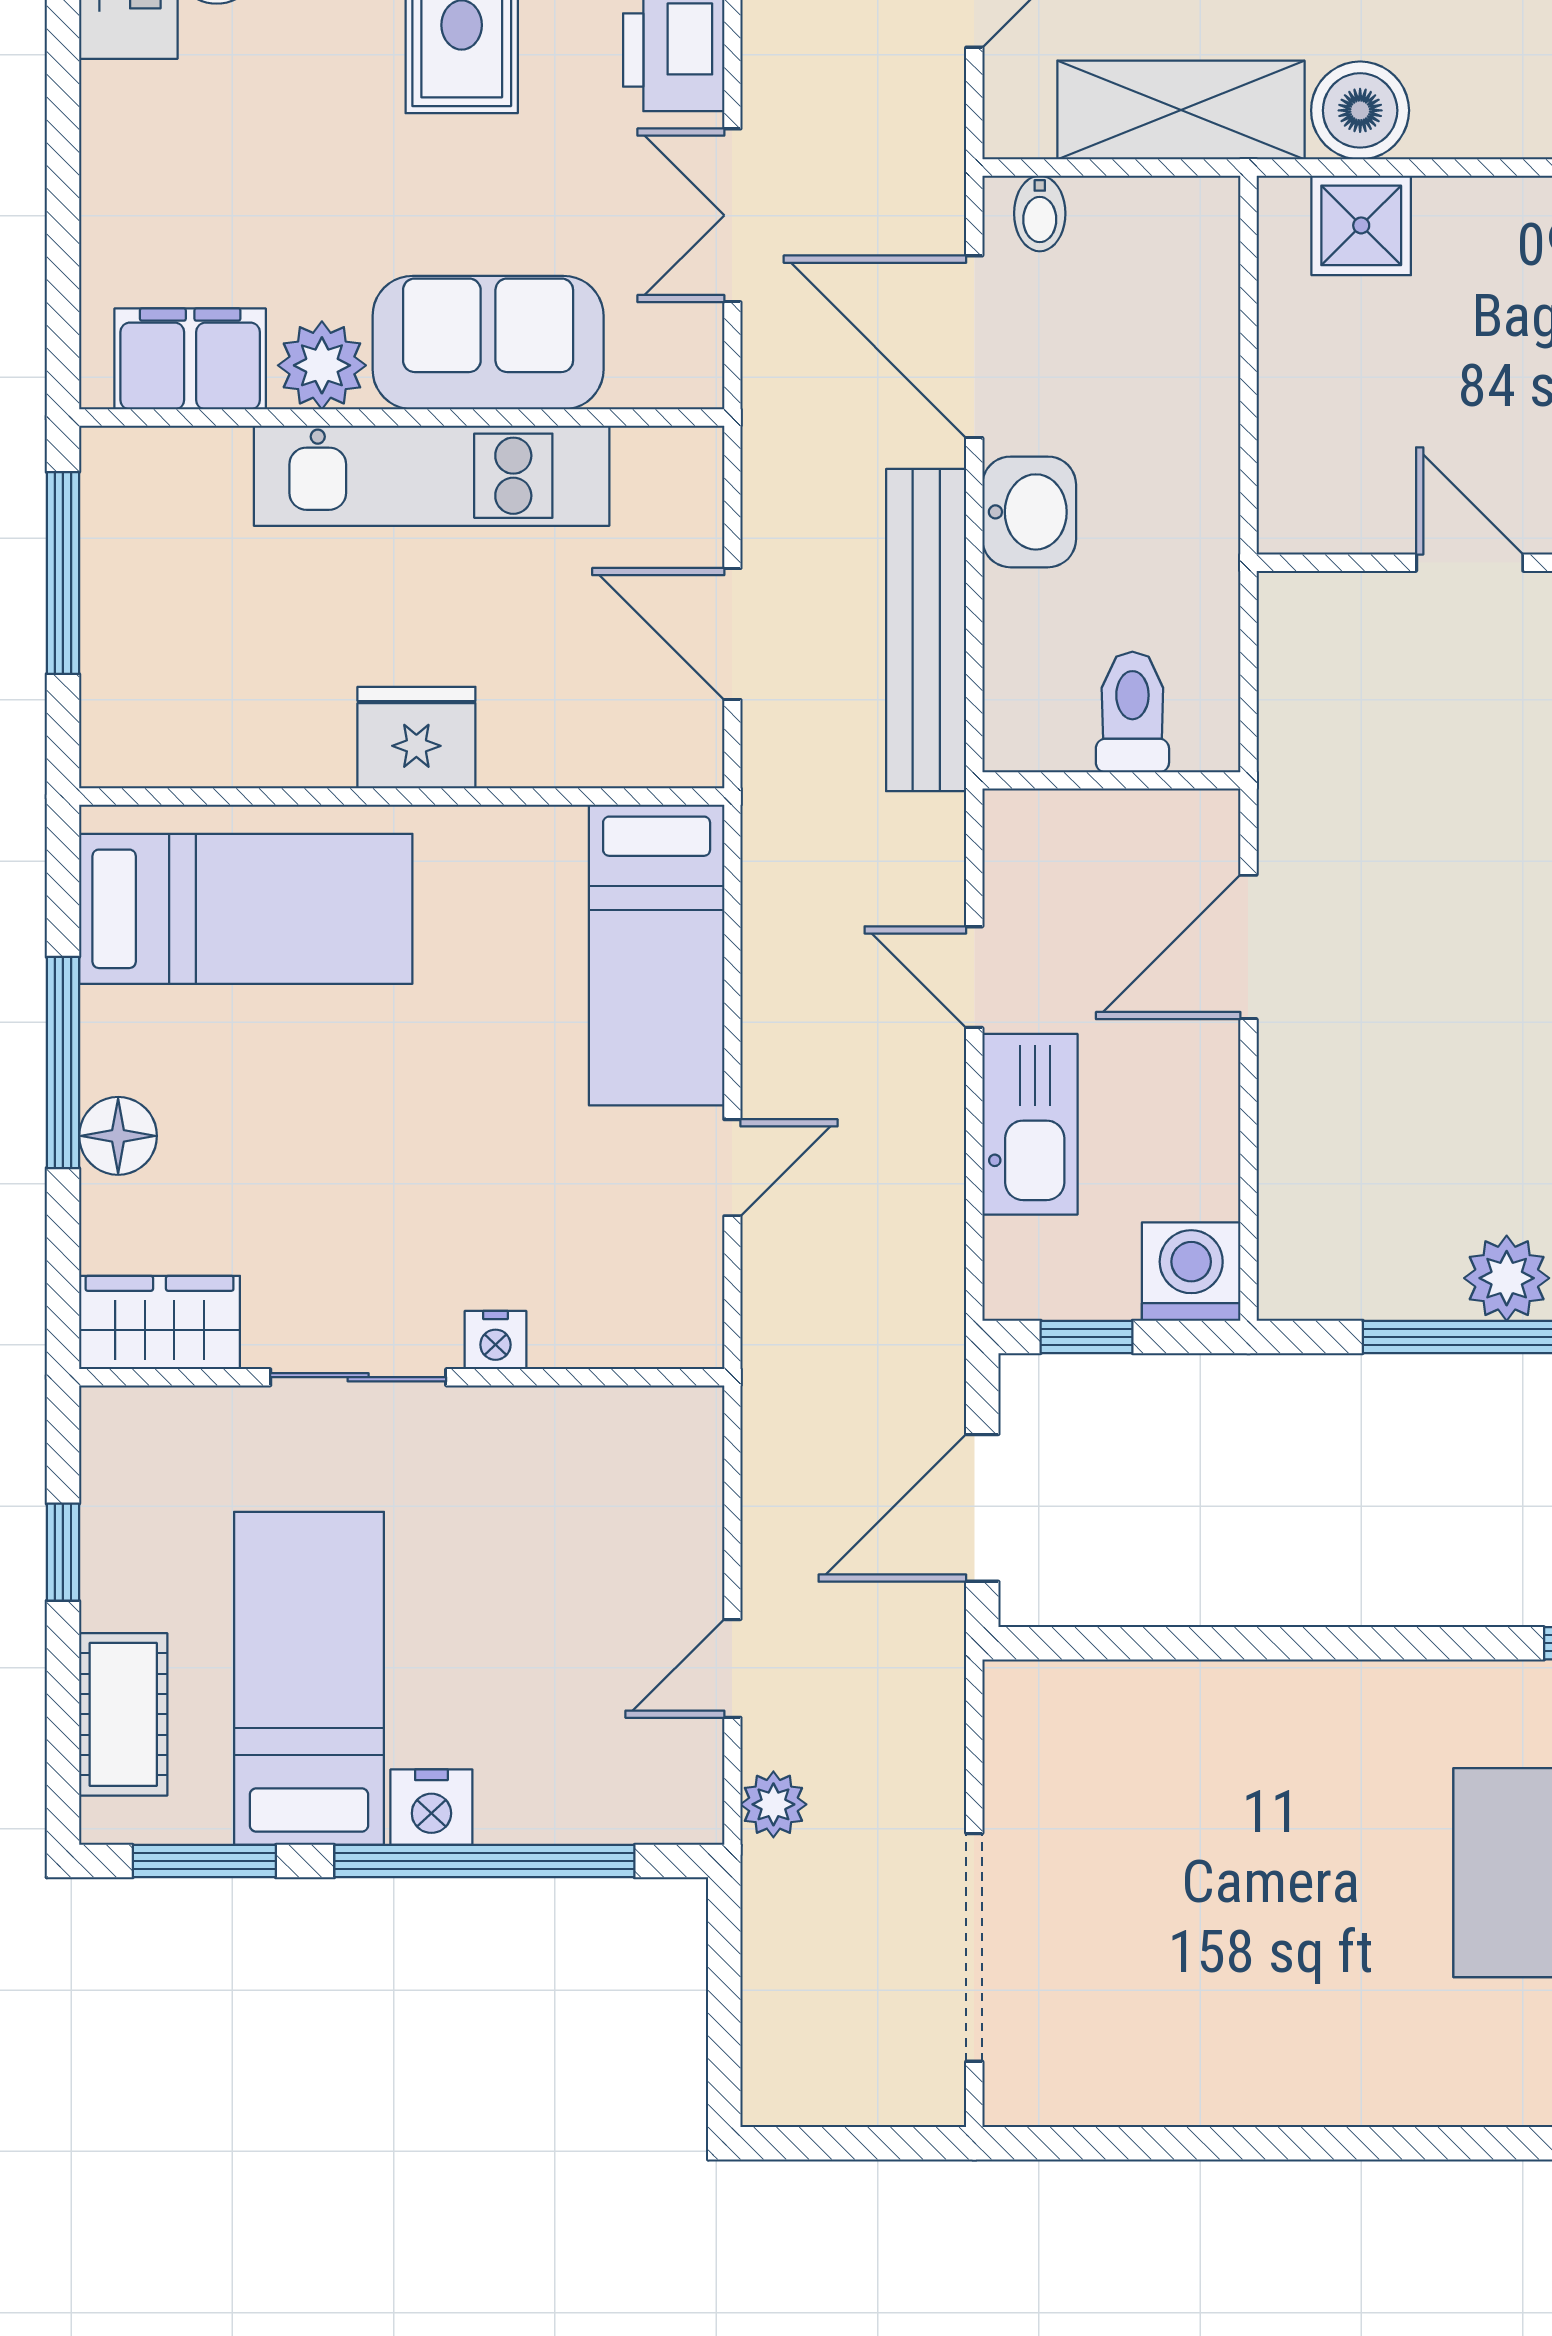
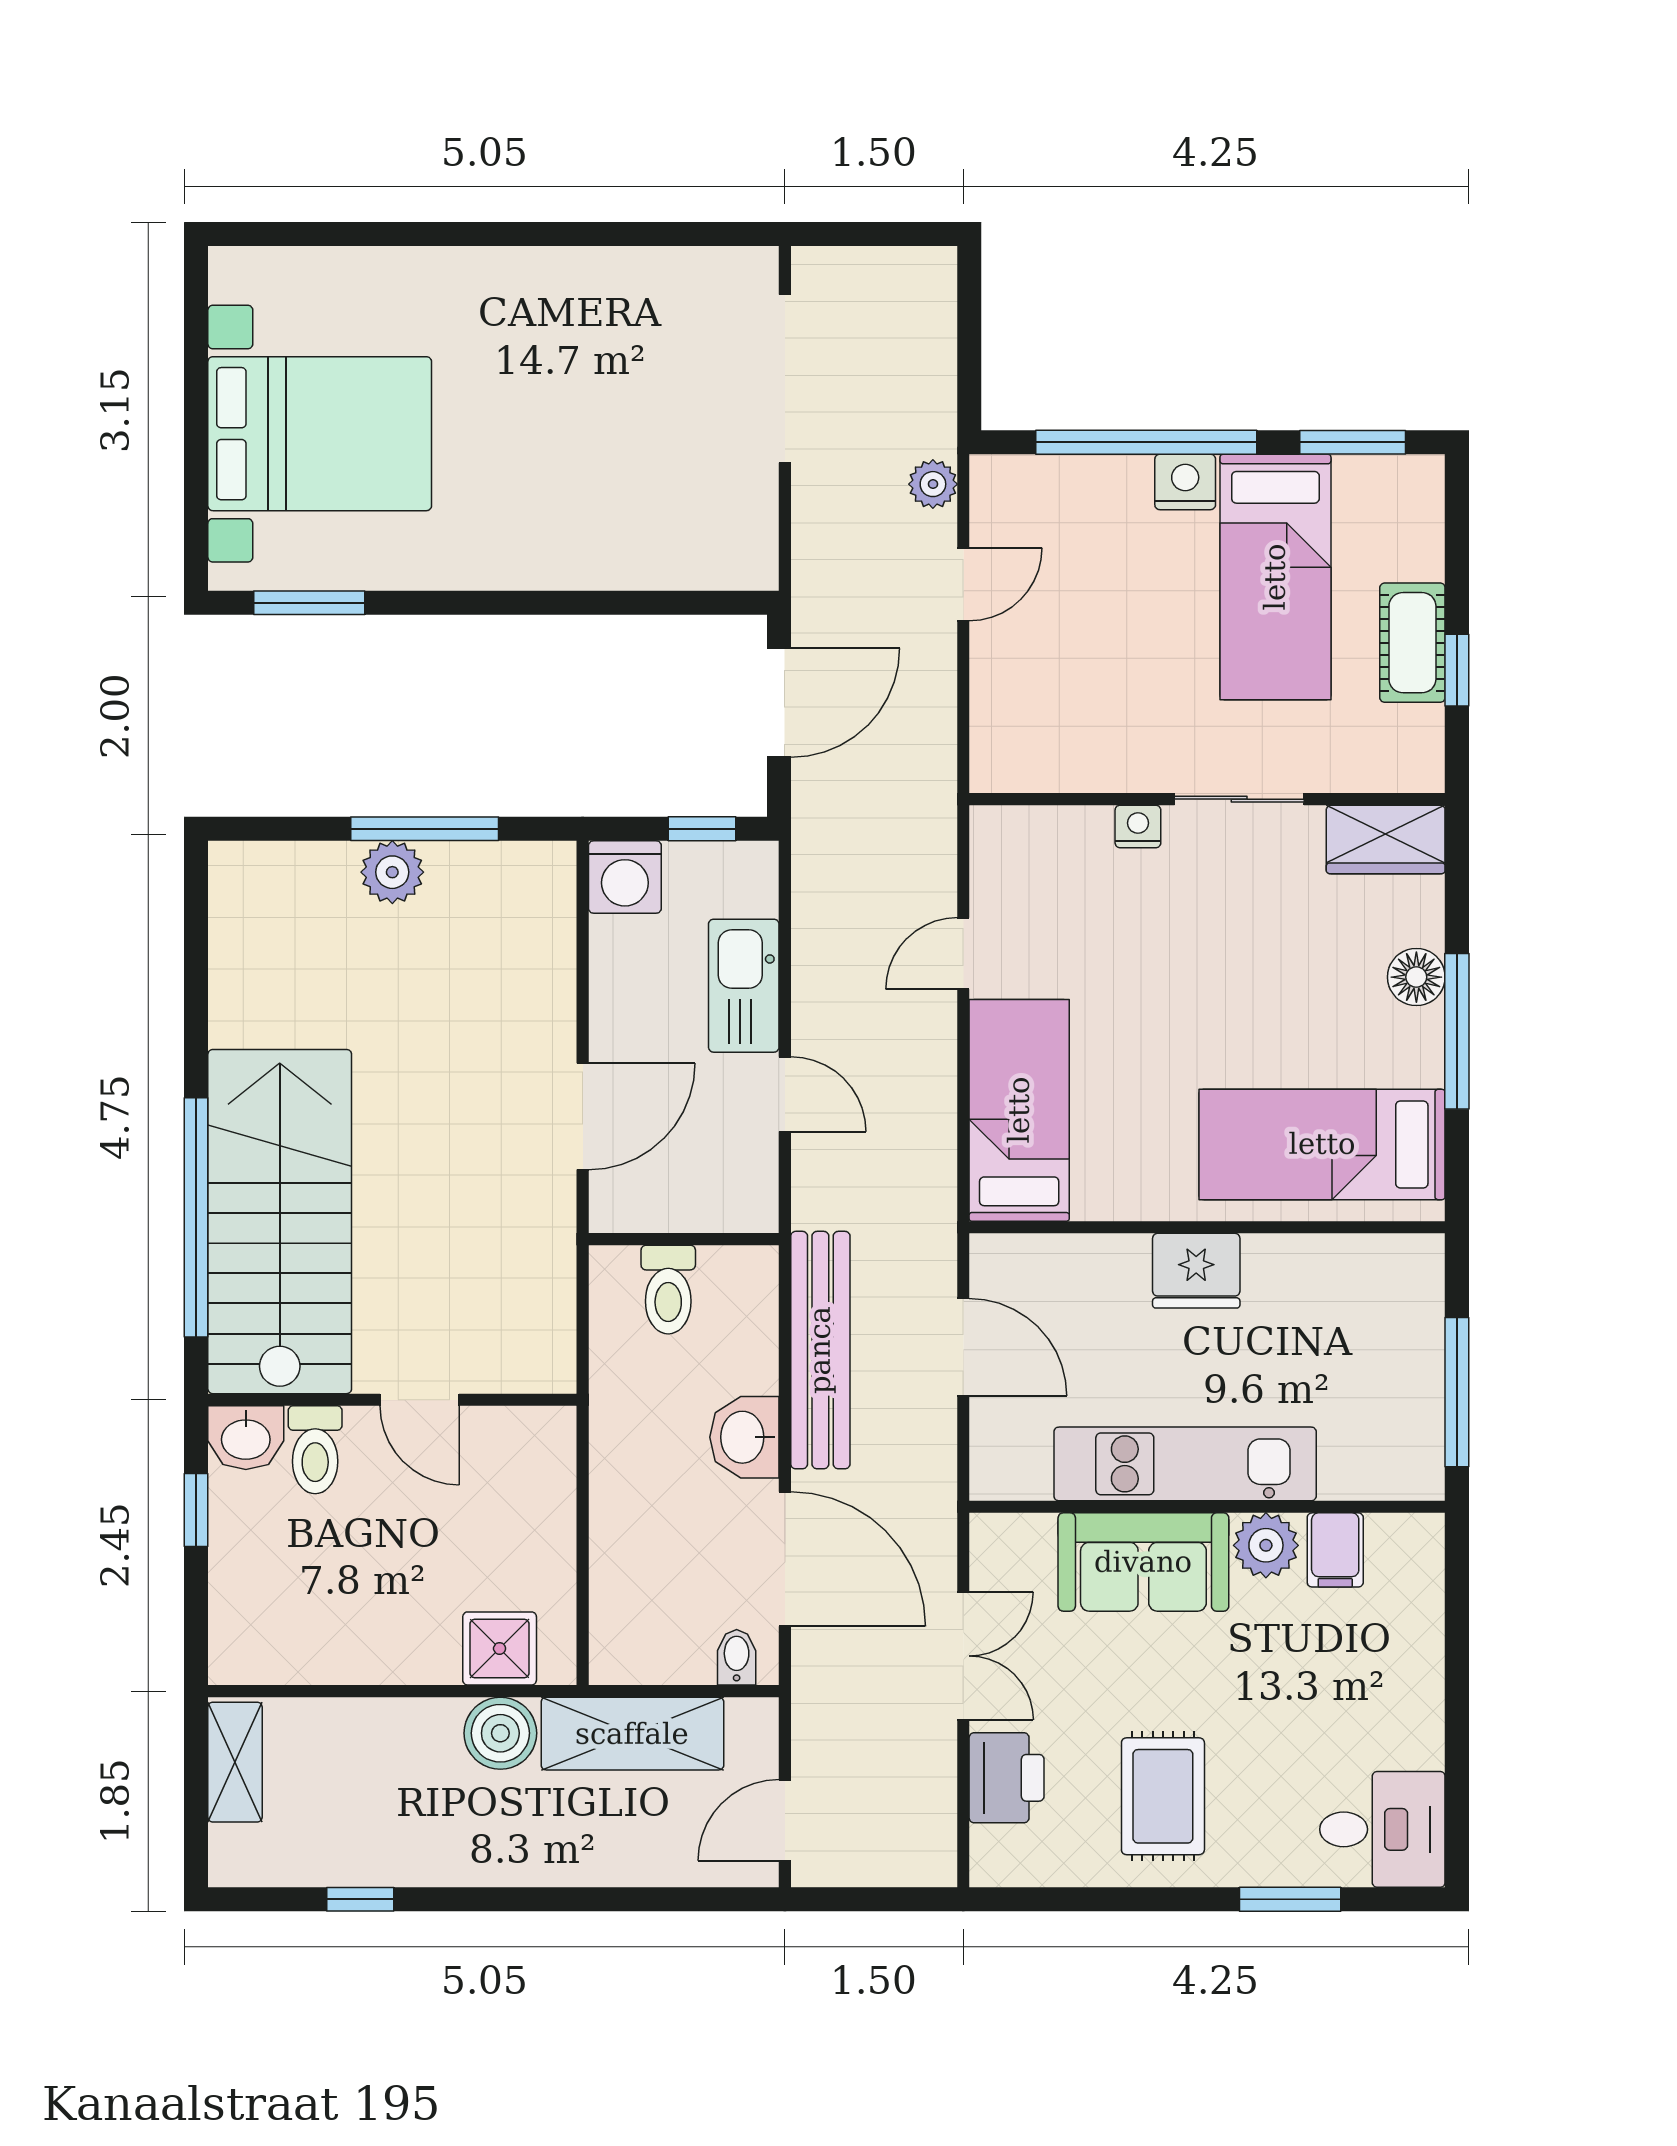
filing cabinet: (190, 359) -> (1335, 1550), width x0.50
cot: (123, 1714) -> (1412, 643), moved

